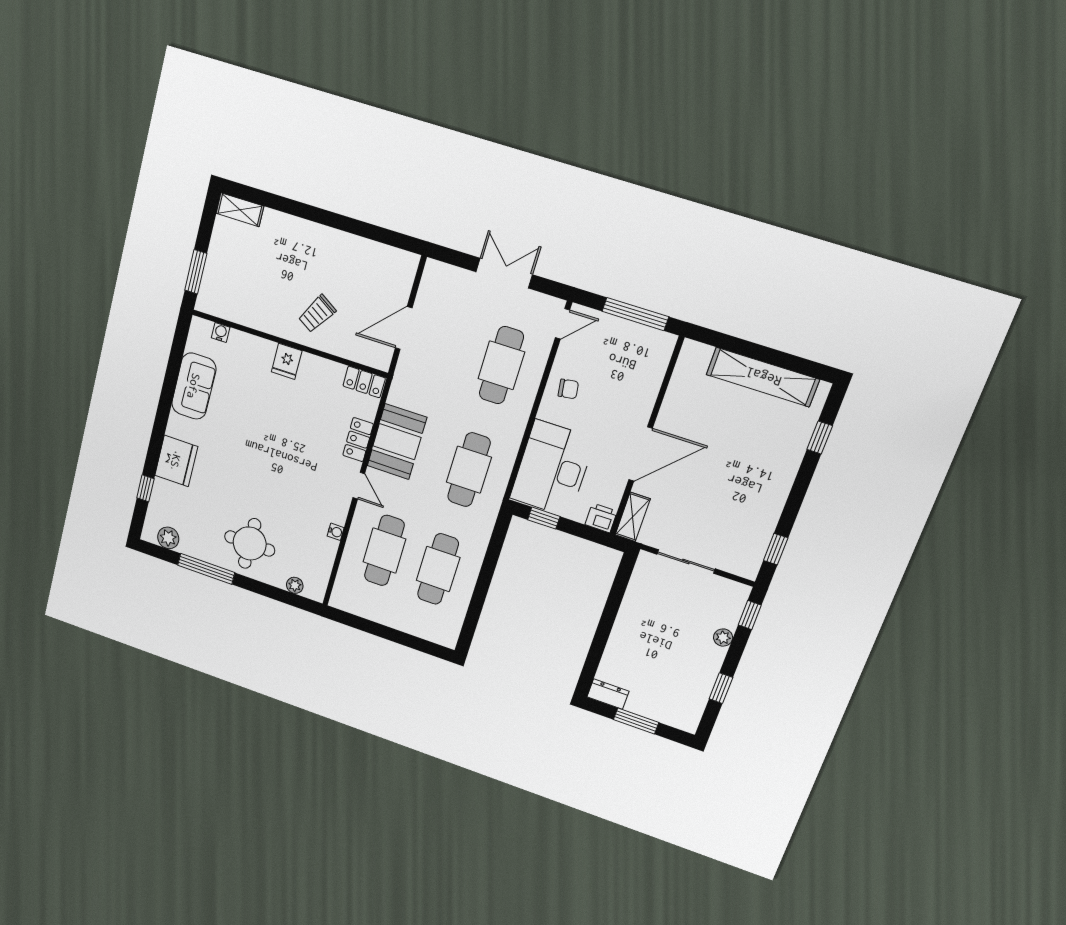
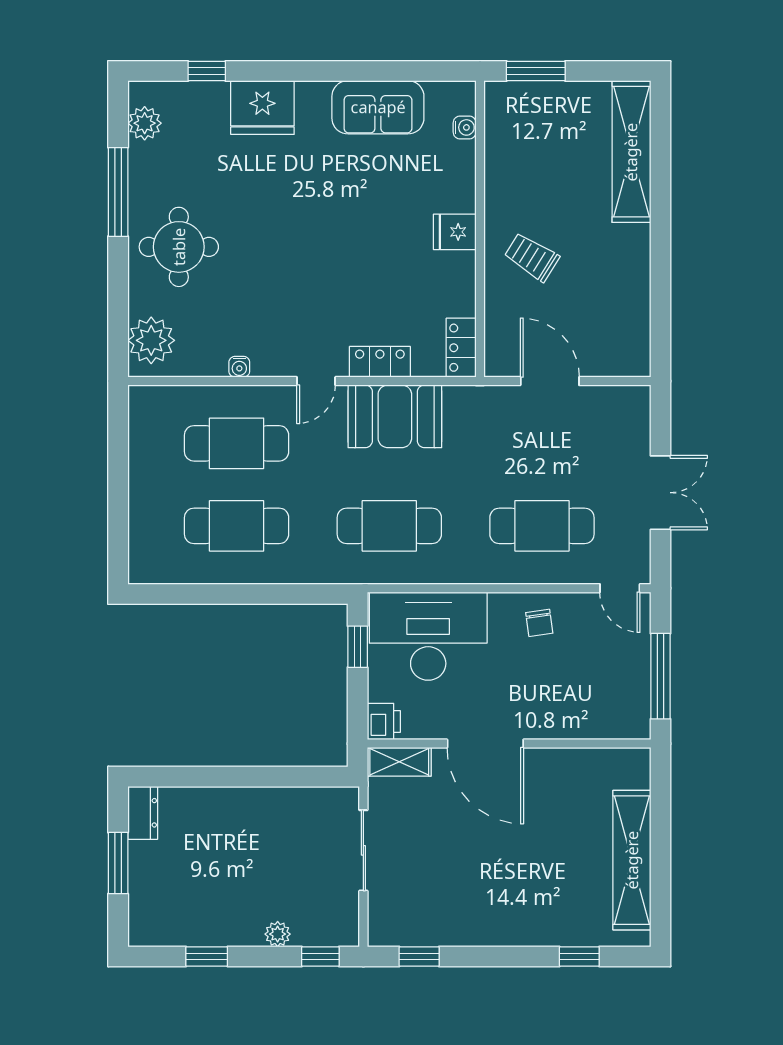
shelving: (240, 210) -> (631, 152), width x2.20, depth x1.33
plant: (295, 585) -> (151, 340), width x1.88, depth x1.88

